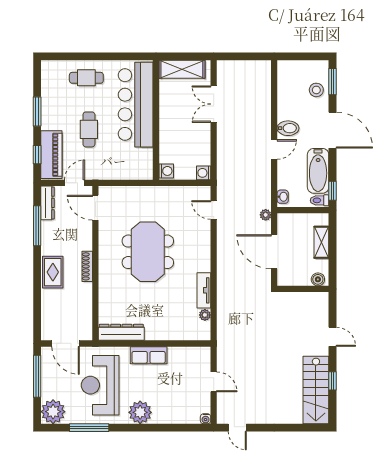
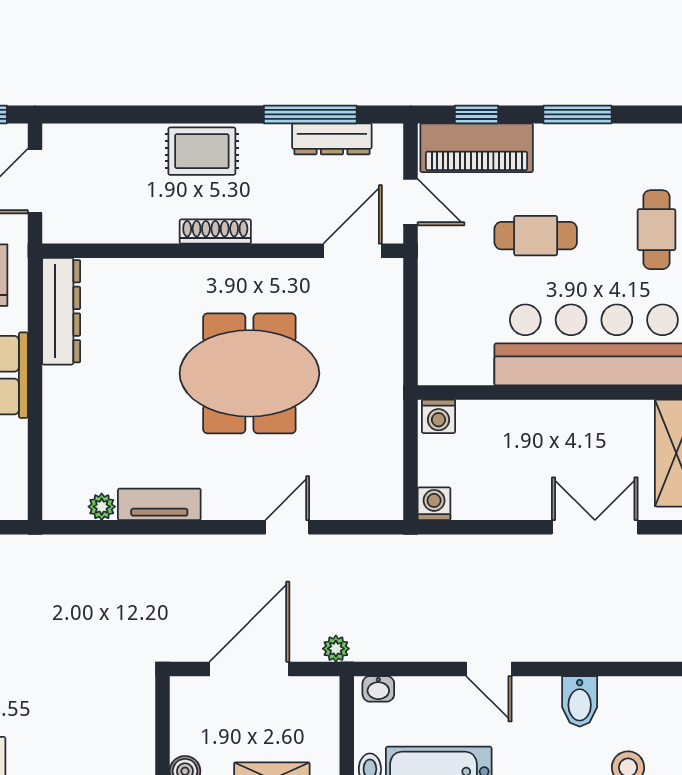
bidet: (288, 128) -> (580, 701), moved
dresser: (48, 203) -> (332, 139), moved
door: (214, 210) -> (287, 527), moved

